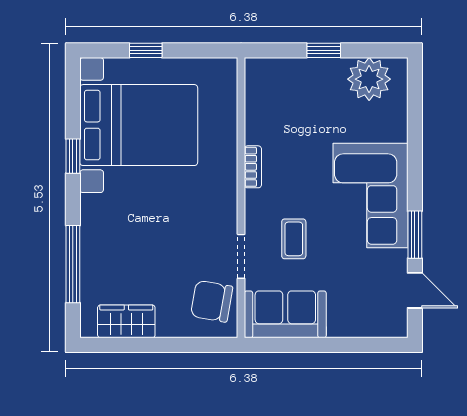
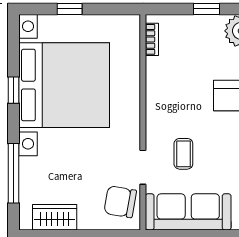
bed with nightstands: (139, 125) -> (64, 85), width x1.36
bookcase: (253, 167) -> (152, 39), moved
sofa: (285, 314) -> (188, 212), width x1.36

